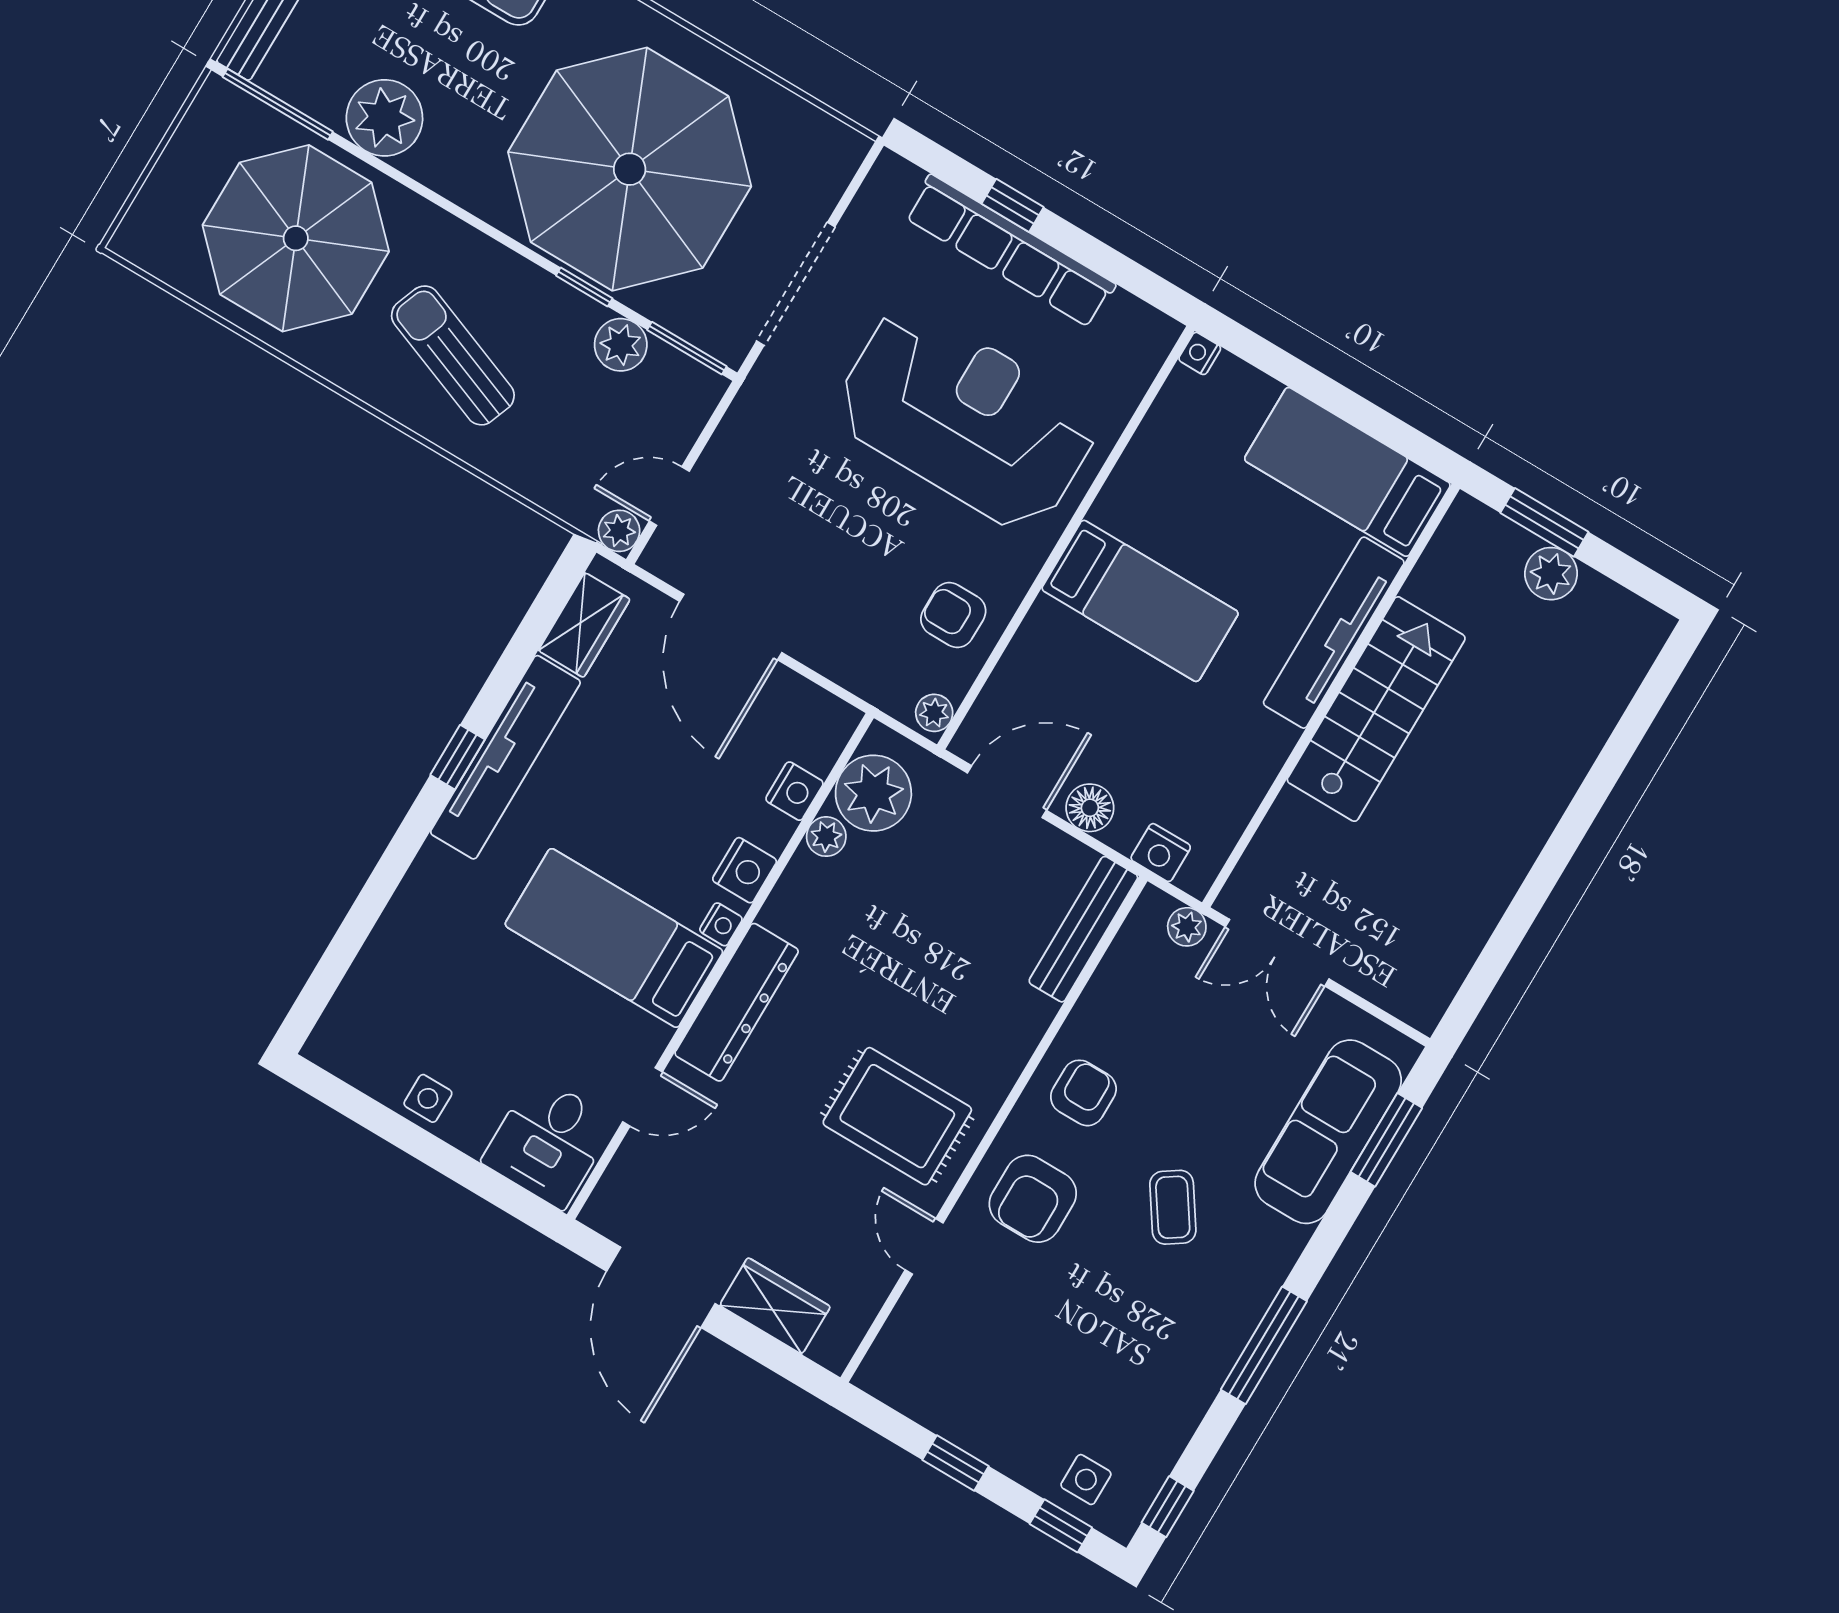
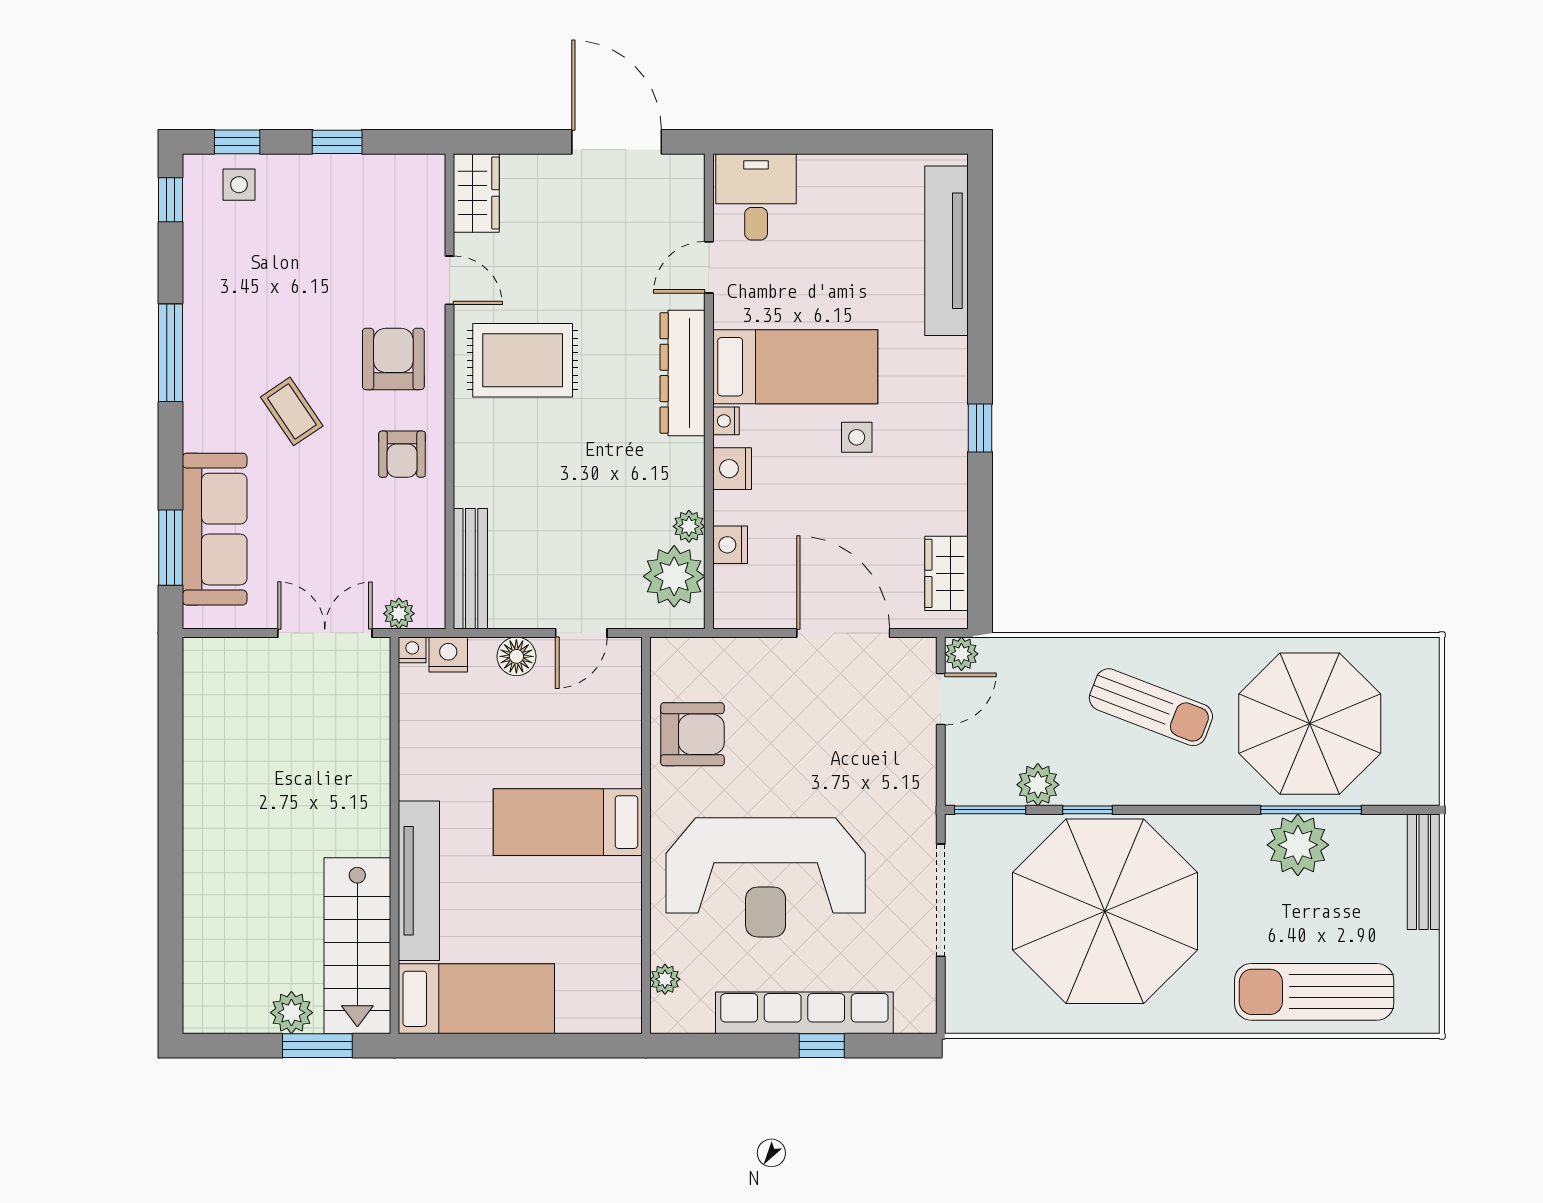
window: (278, 104) -> (1311, 810), moved
nightstand: (1200, 353) -> (412, 650), moved, turned -90
armchair: (953, 615) -> (692, 734), width x1.38, depth x1.38
stairs: (1376, 709) -> (357, 946), moved
plant: (934, 713) -> (665, 979), moved
tv unit: (505, 757) -> (947, 251), moved
door: (1007, 792) -> (581, 633), width x0.73
side table: (428, 1098) -> (857, 437), moved
wardrobe: (775, 1306) -> (476, 193), moved, turned -90

